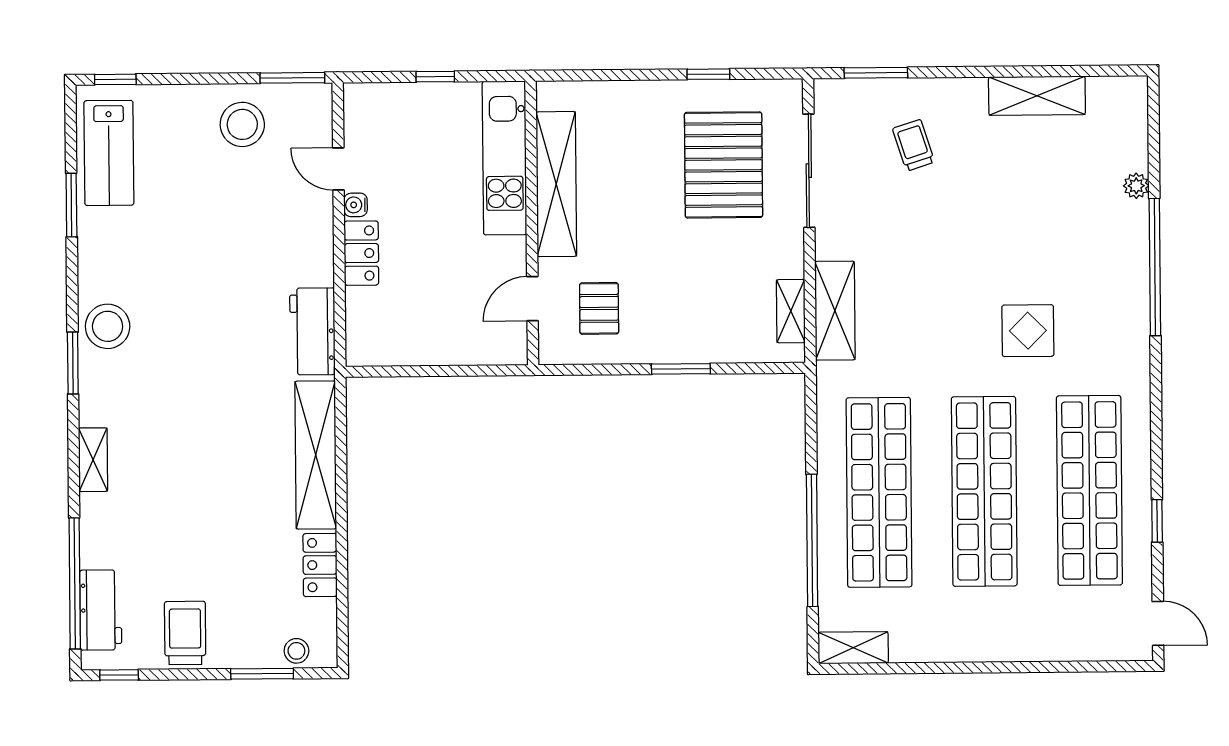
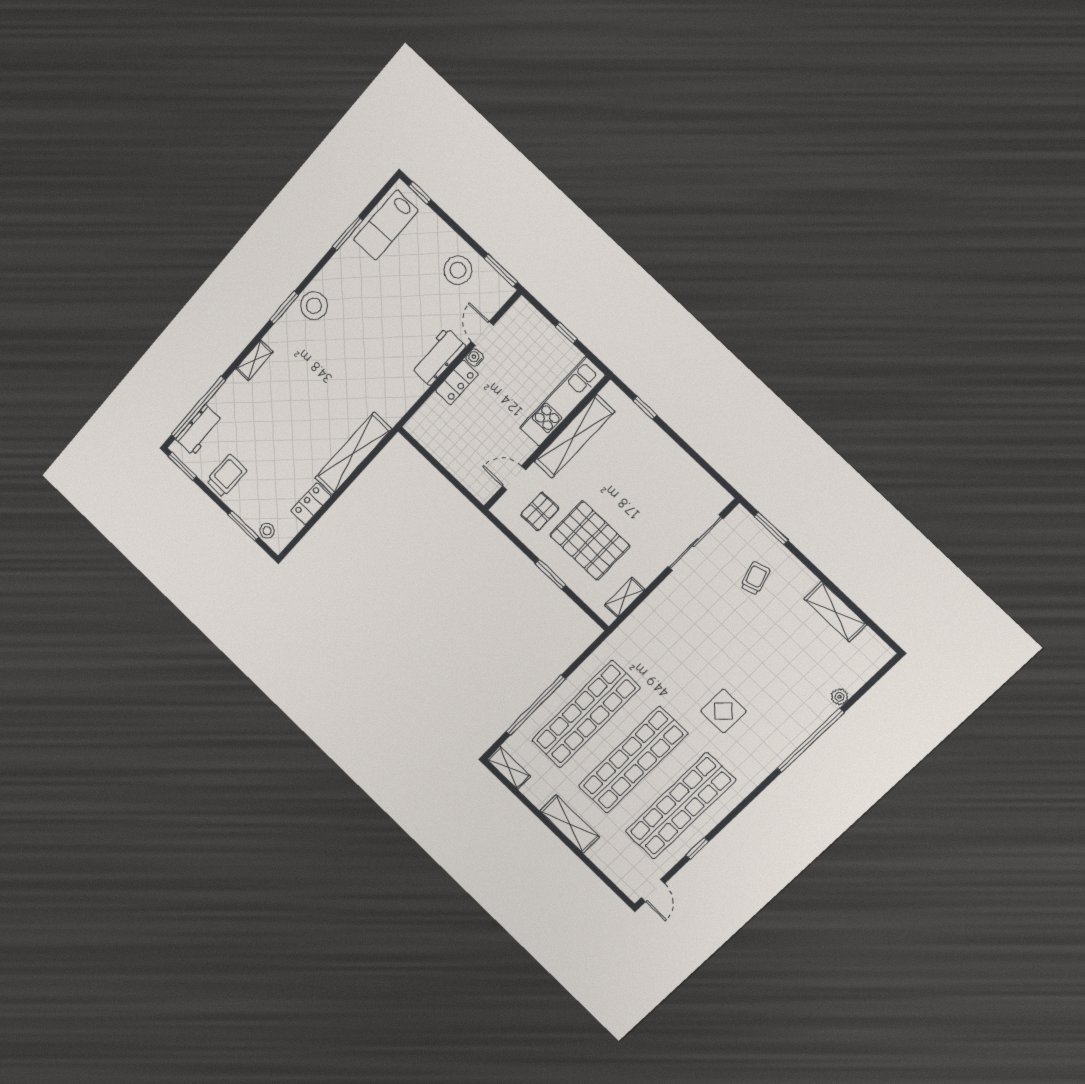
window: (708, 74) -> (645, 408), moved
pallet: (724, 165) -> (590, 541), moved, turned 90
shelving: (835, 311) -> (570, 824), moved, turned 90
workbench: (312, 331) -> (438, 357), moved
window: (119, 675) -> (182, 466), width x1.50

